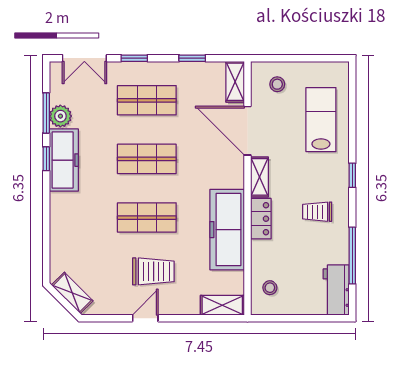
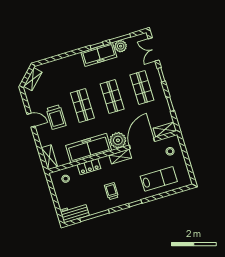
plant: (229, 172) -> (118, 140), added
locker: (261, 219) -> (89, 167), moved

